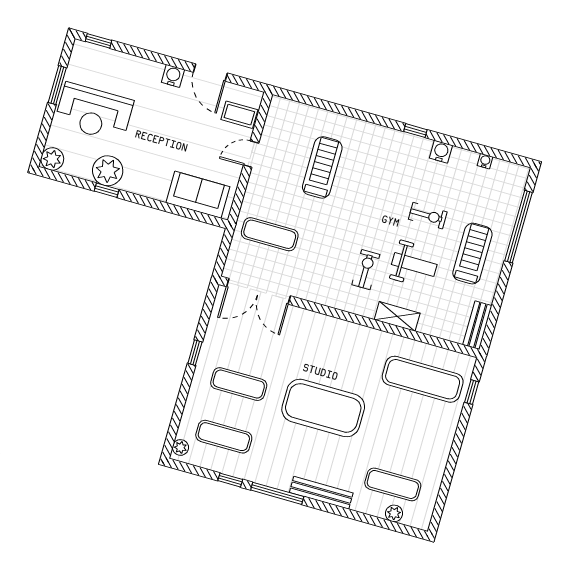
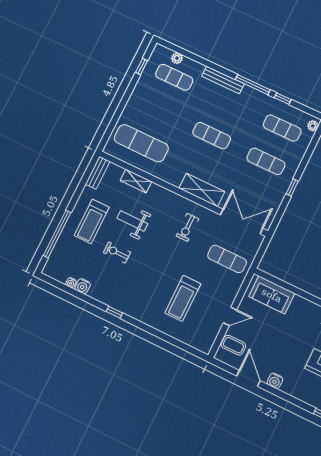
water cooler: (441, 152) -> (83, 286), moved
exercise bike: (366, 270) -> (187, 227), moved
shelving: (397, 316) -> (136, 181), moved
shelving: (323, 327) -> (202, 190), added
window: (472, 392) -> (142, 67), moved
exercise mat: (323, 408) -> (212, 136), width x0.50, depth x0.69

